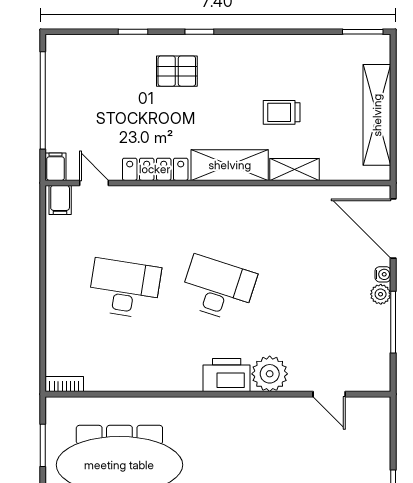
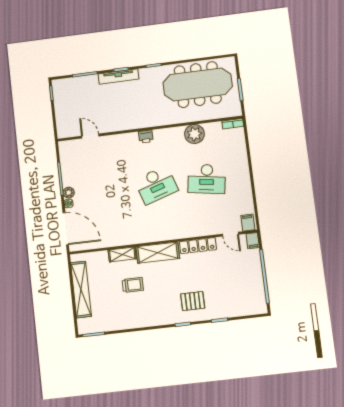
desk: (218, 289) -> (156, 185), turned -36
plant: (270, 374) -> (194, 134), moved
printer: (227, 375) -> (146, 136), width x0.53, depth x0.68

